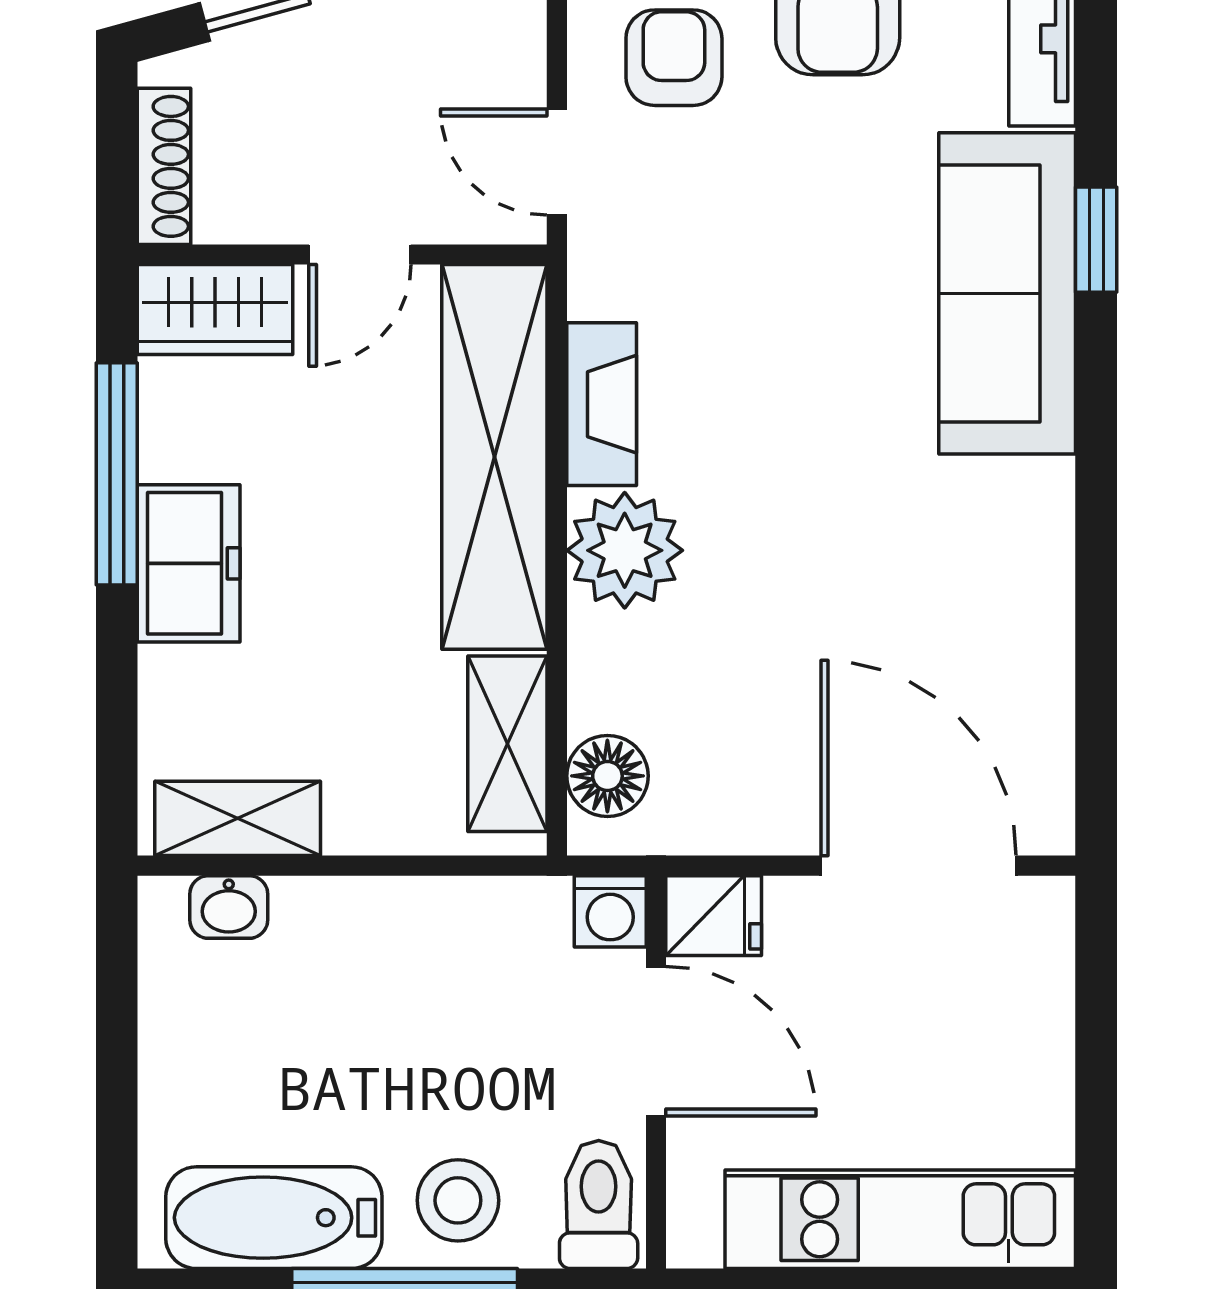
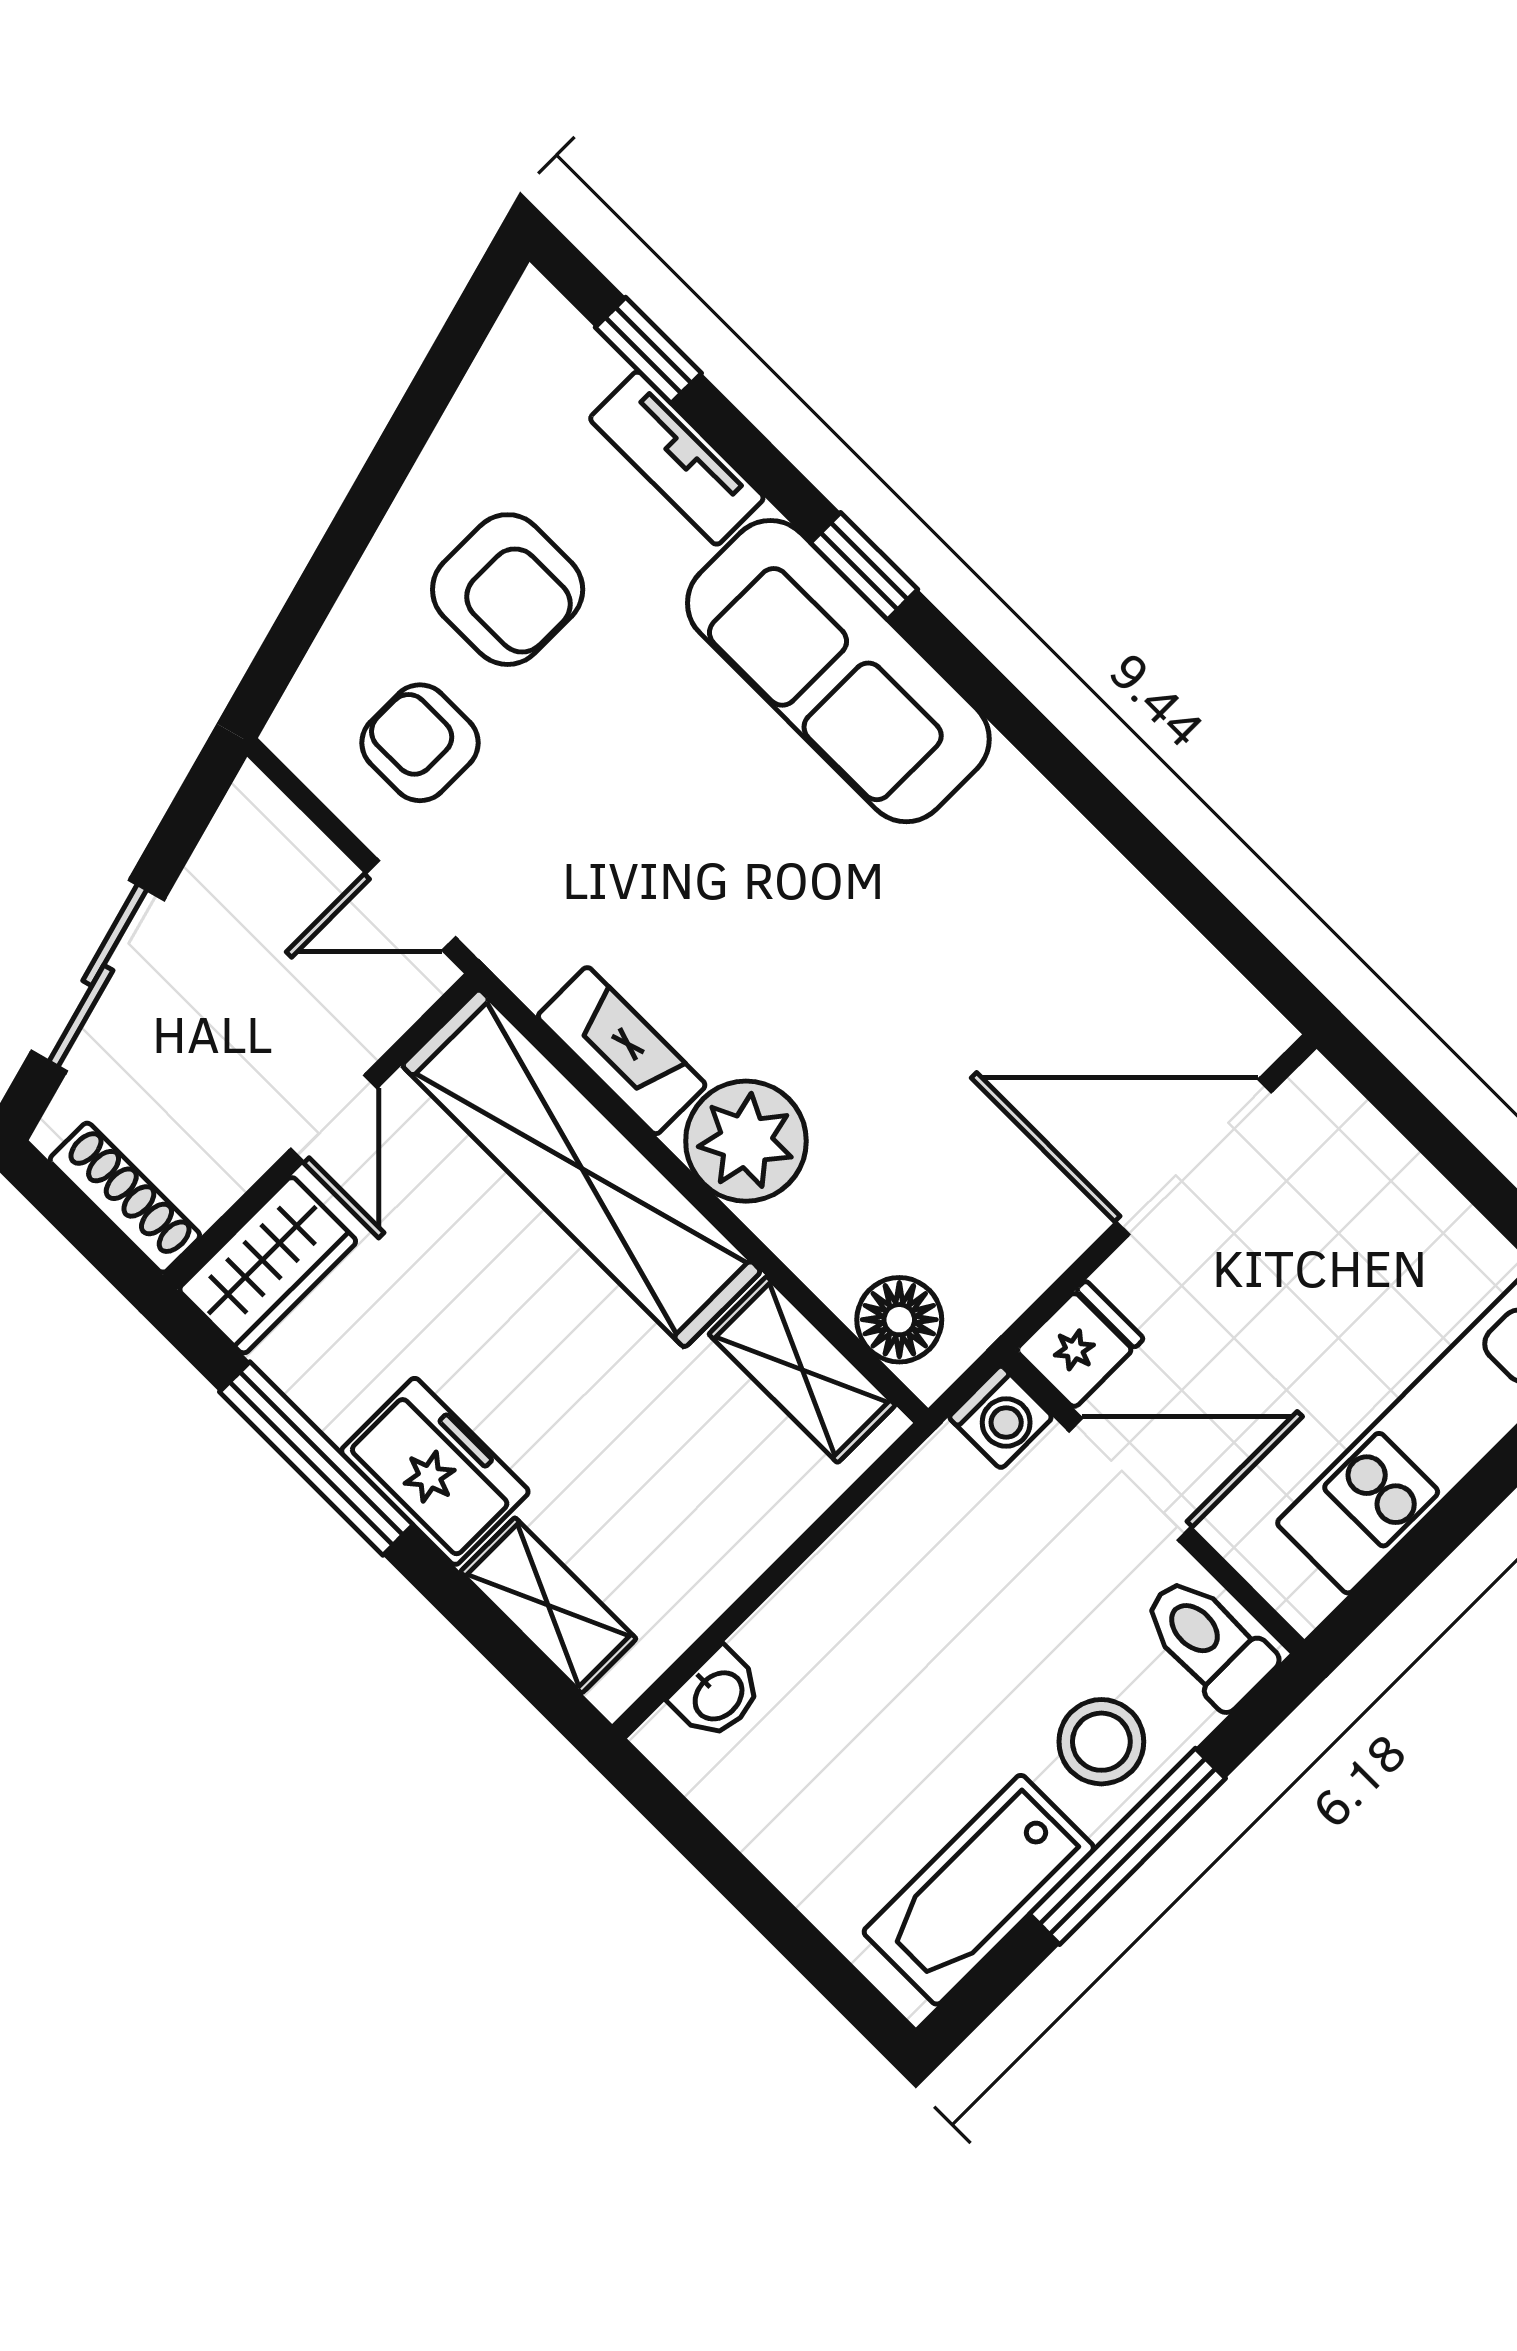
shelving: (238, 818) -> (548, 1605), moved, turned 90

